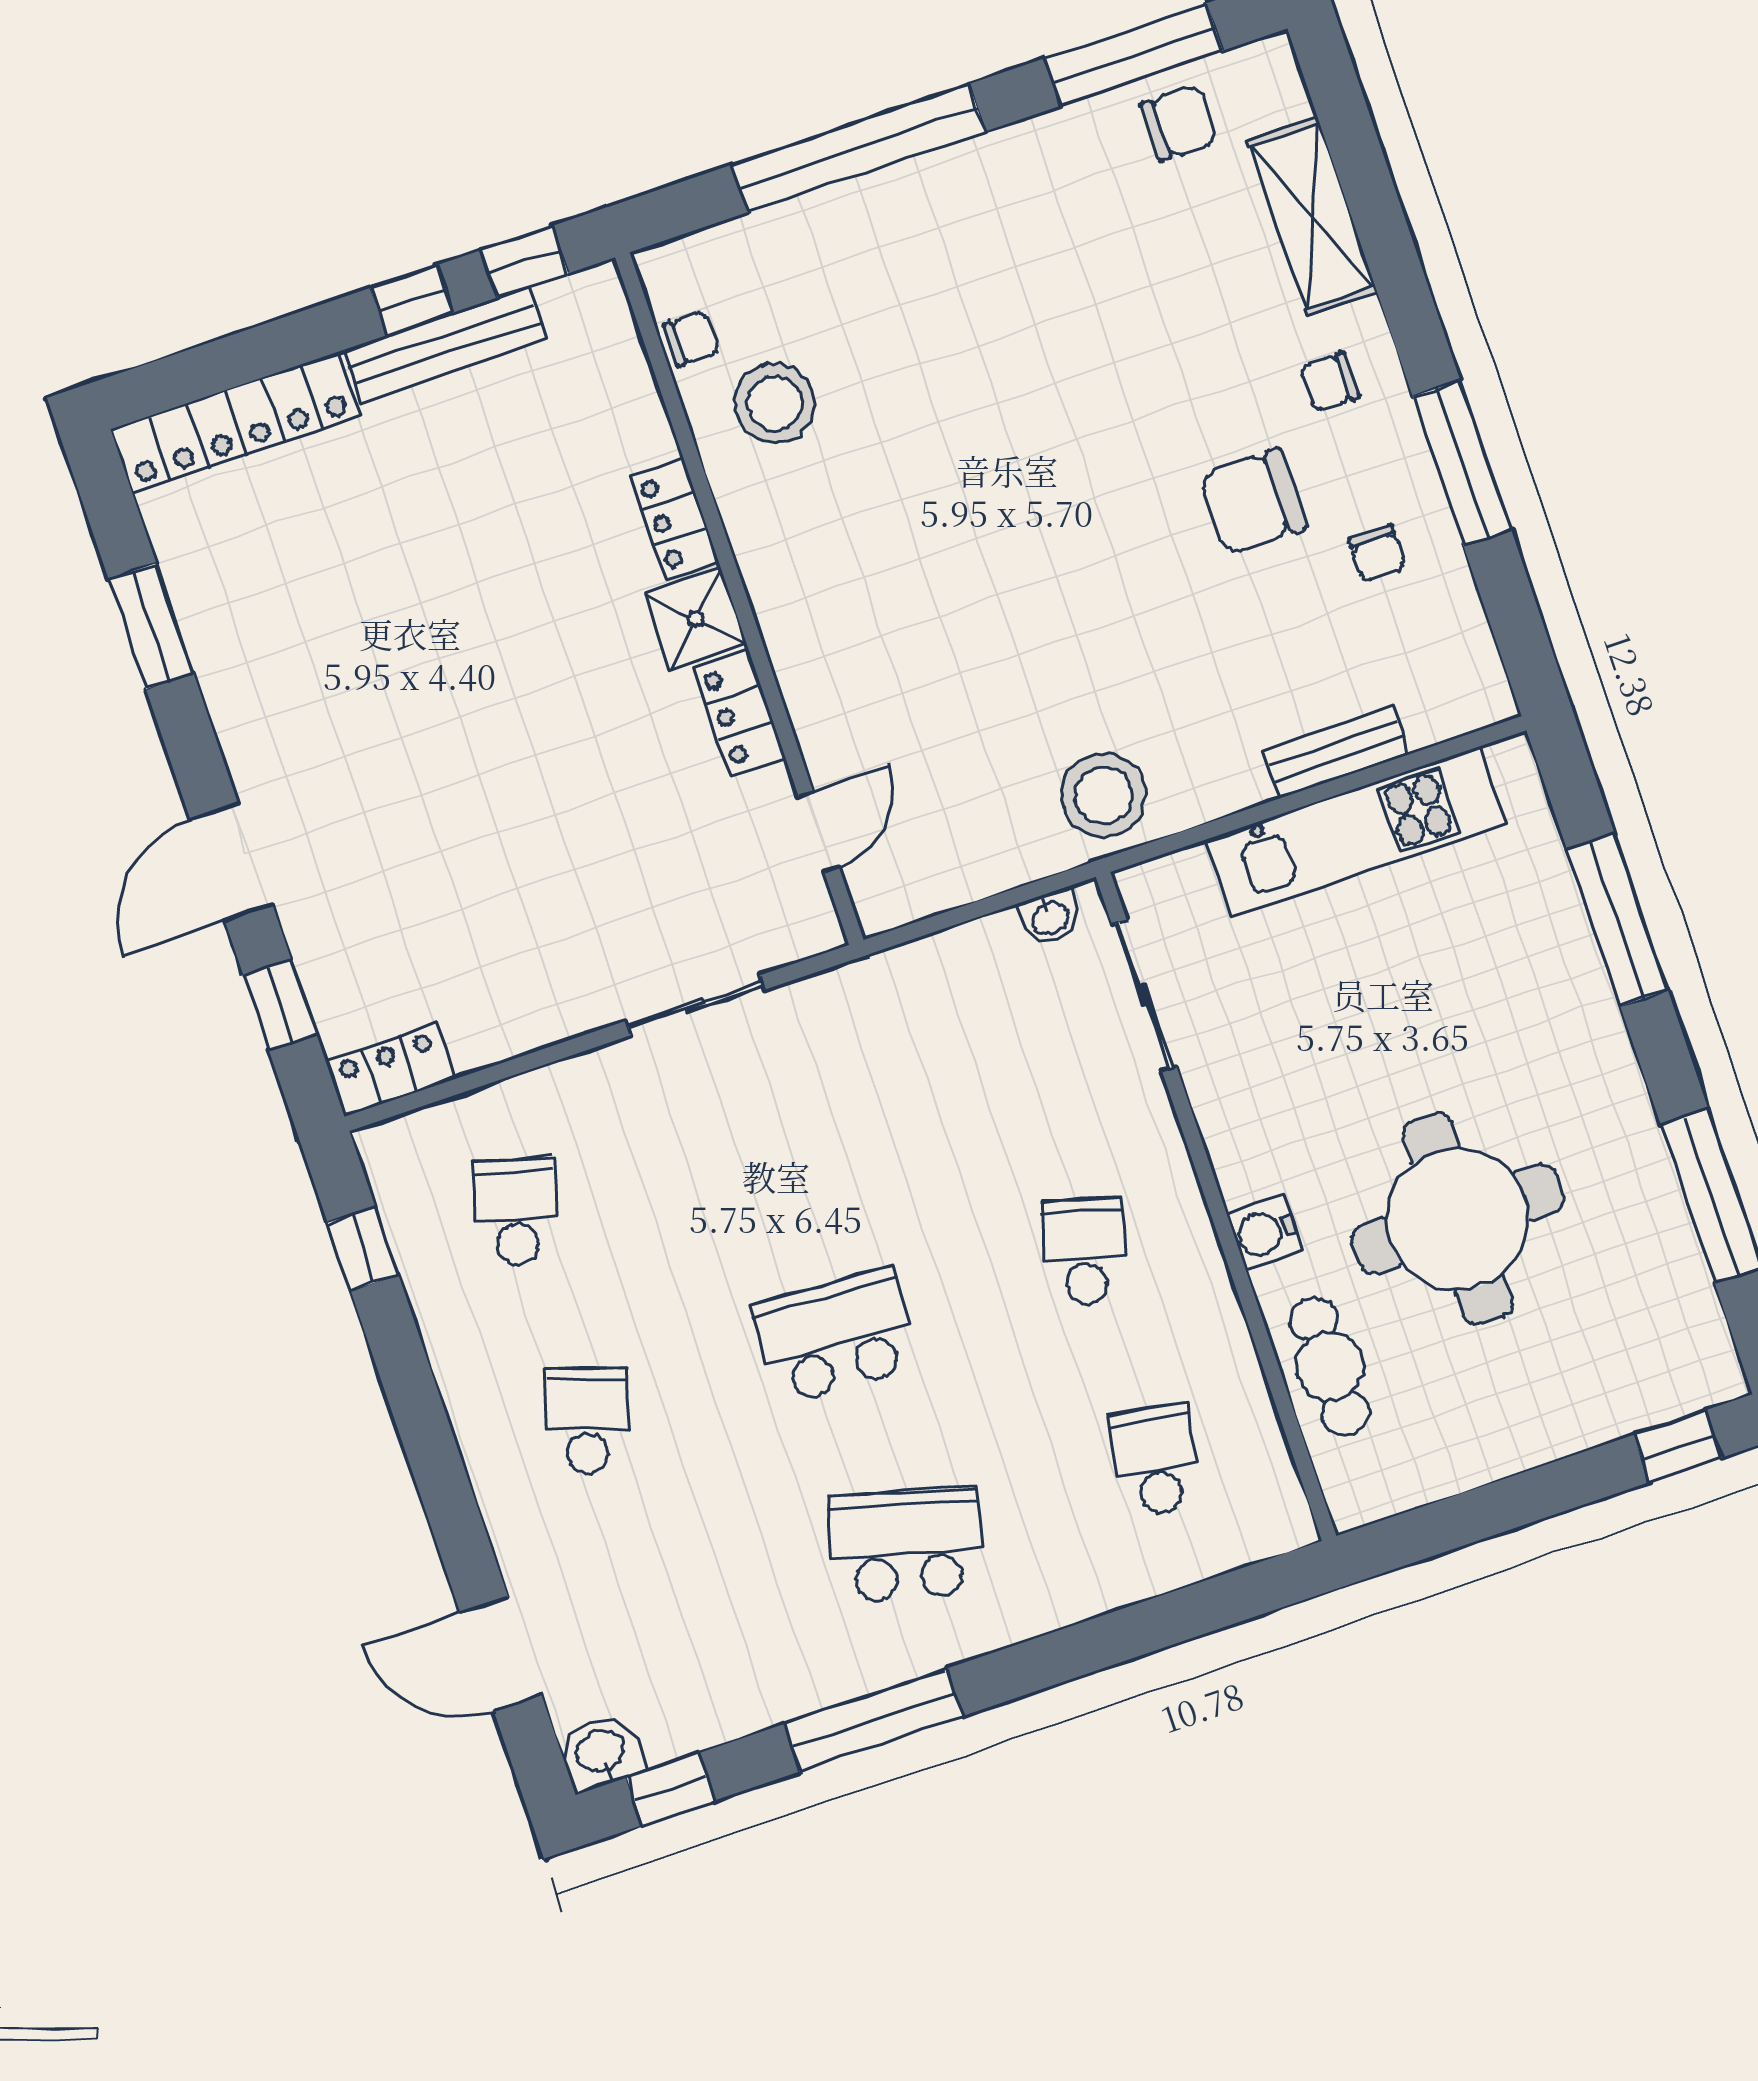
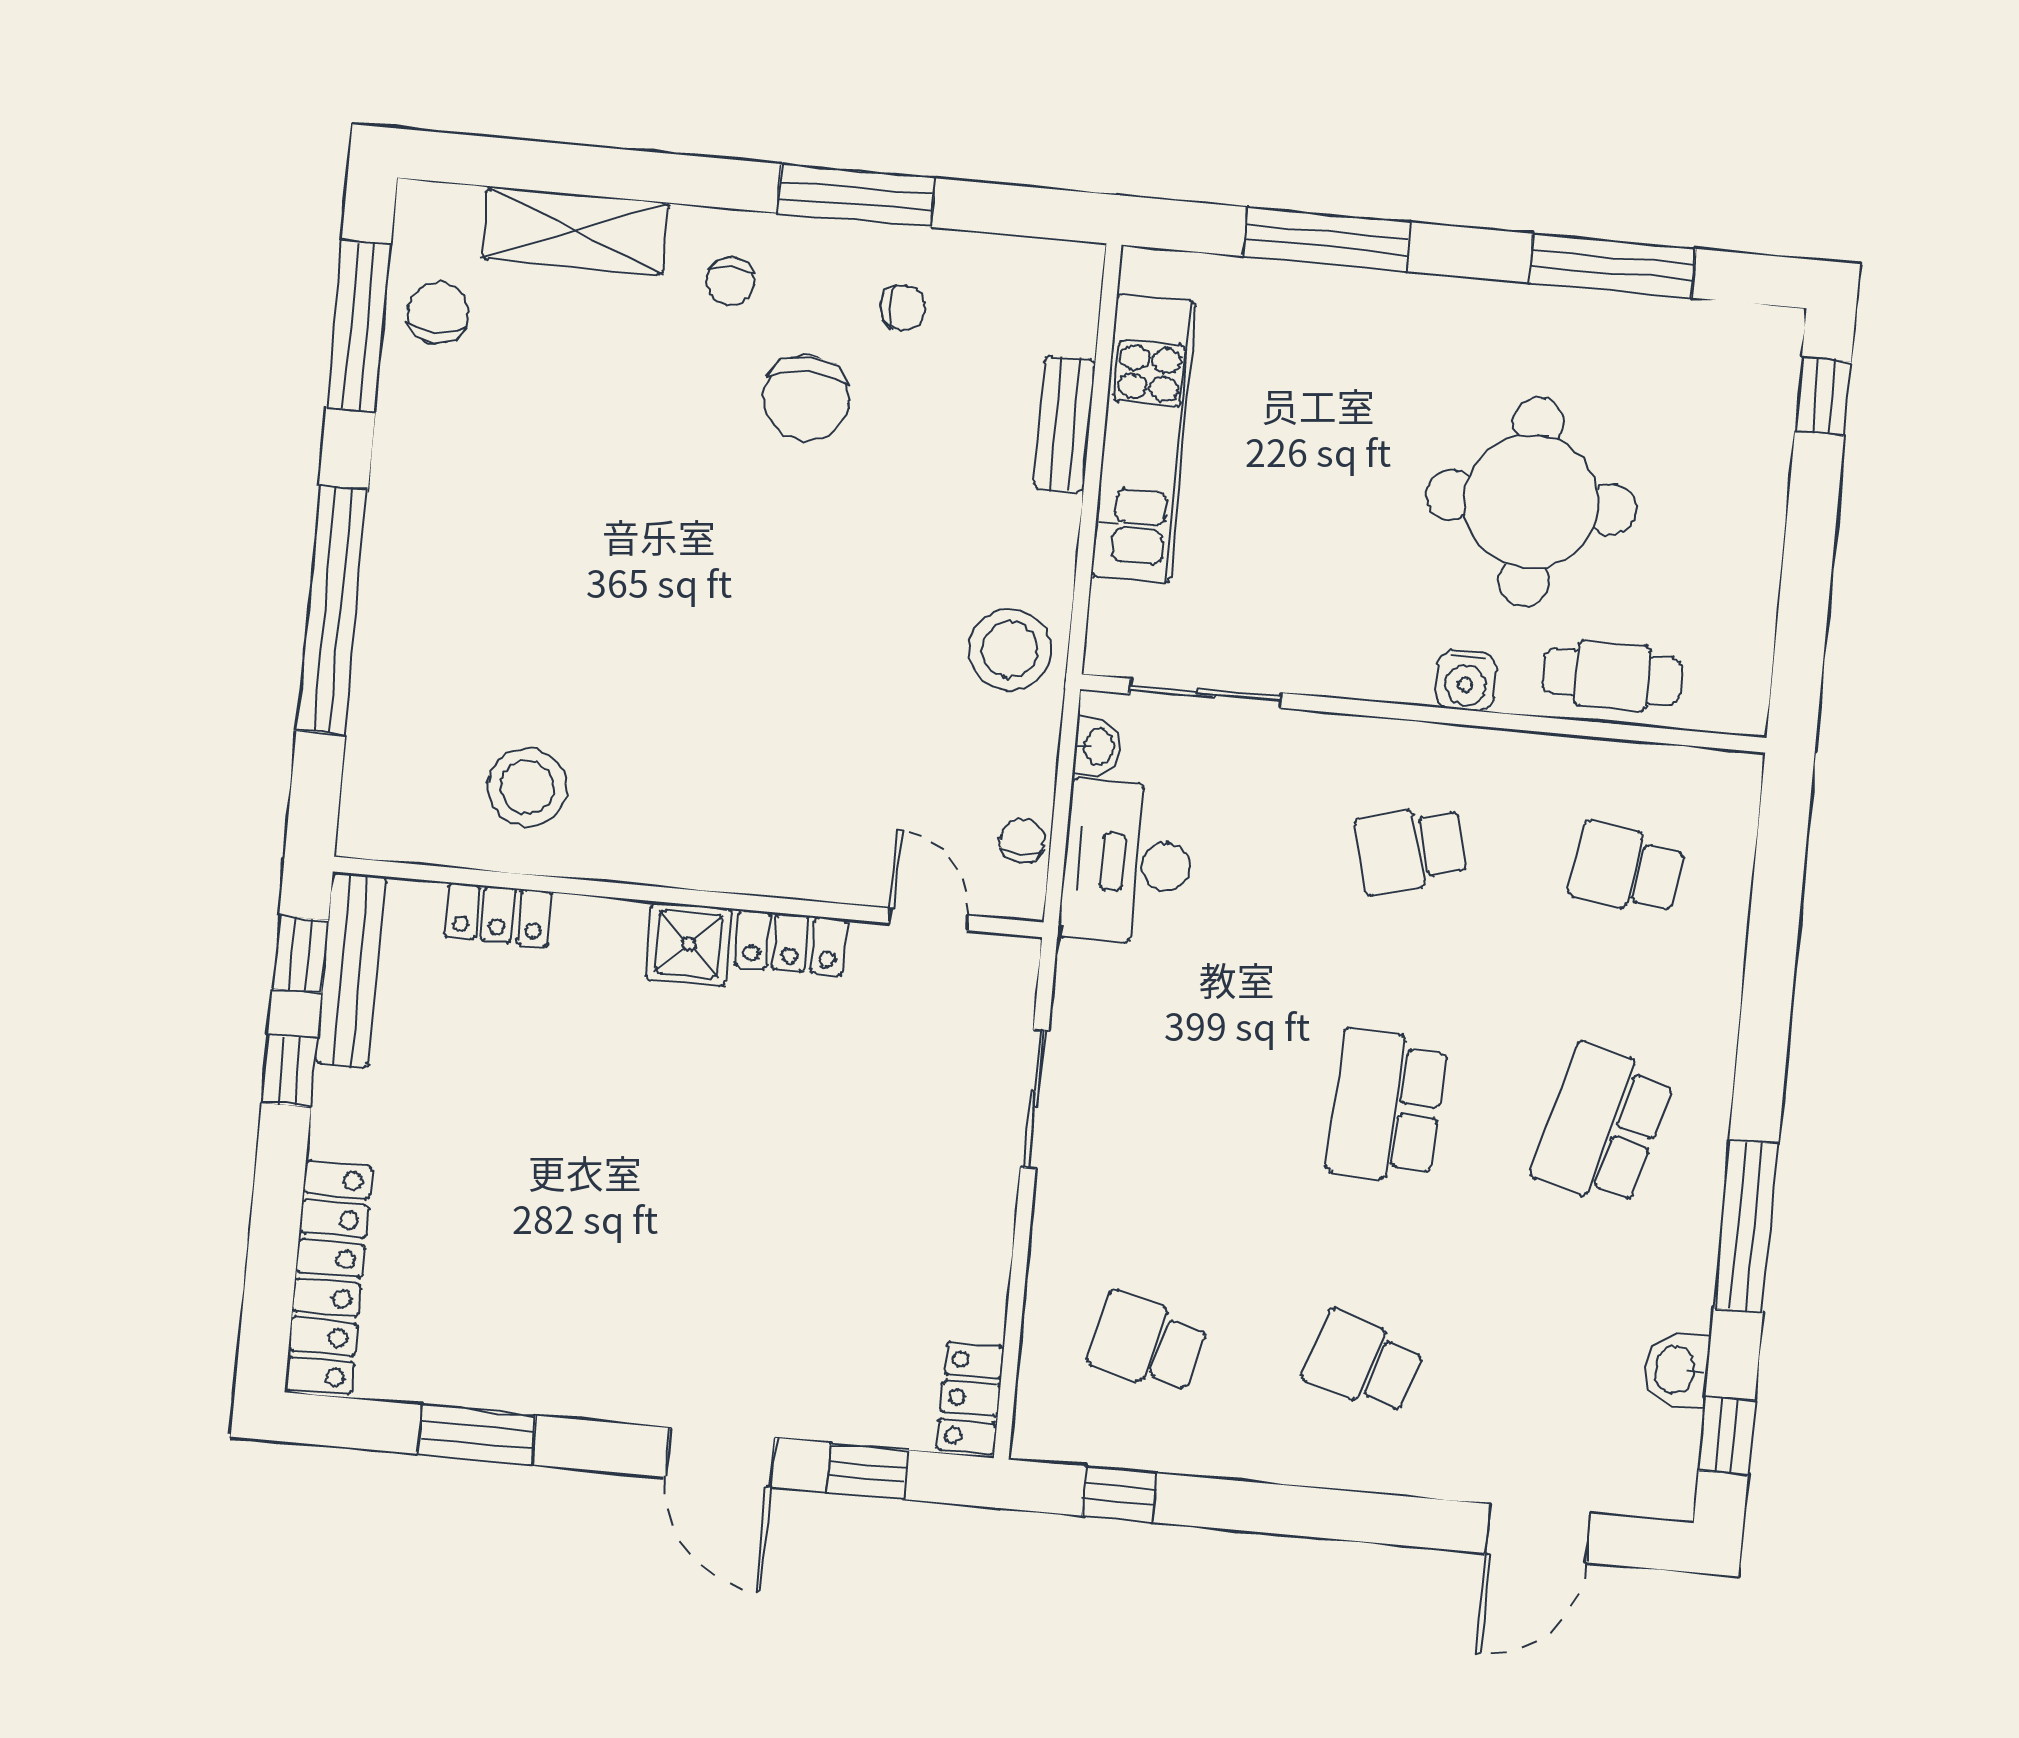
chair: (691, 339) -> (1022, 840), moved
bench: (445, 344) -> (351, 970), moved
locker: (675, 519) -> (498, 914), moved
desk: (953, 993) -> (1127, 863), added
school desk: (1084, 1251) -> (1411, 849), turned -30
washbasin: (601, 1753) -> (1677, 1370), moved

